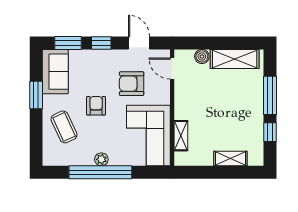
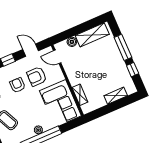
armchair: (96, 106) -> (17, 85), moved

